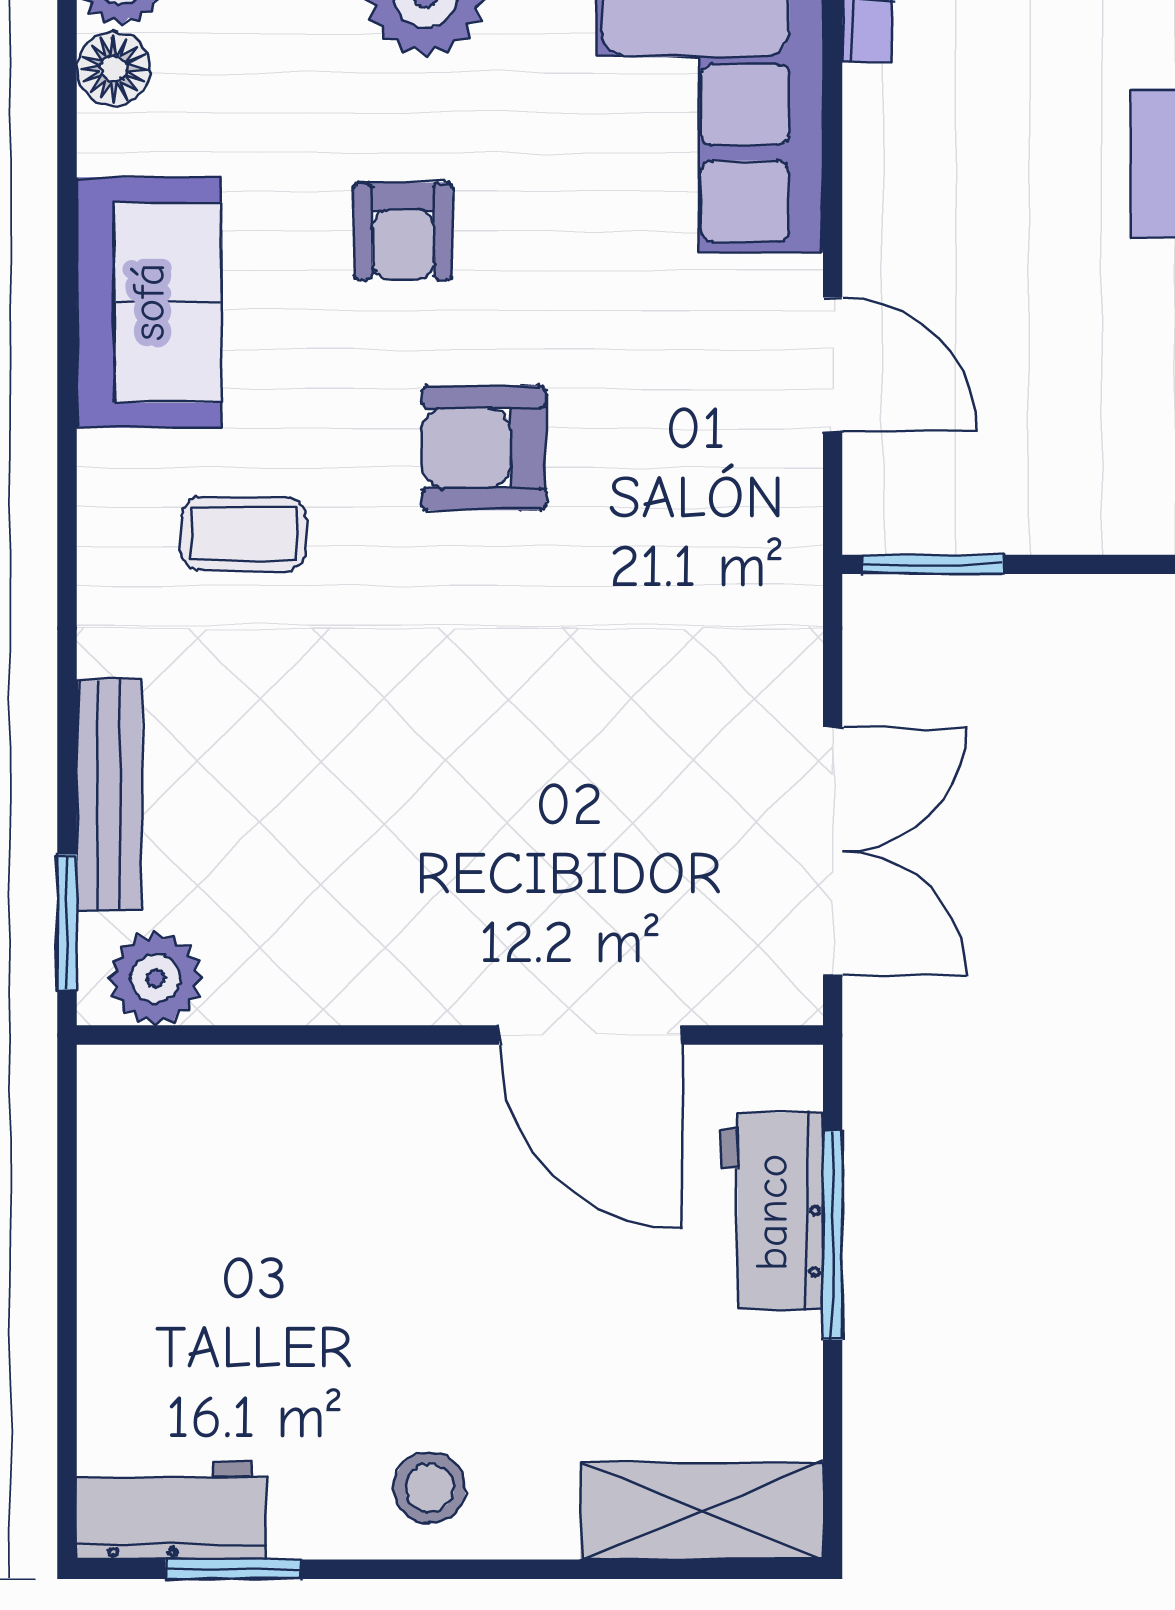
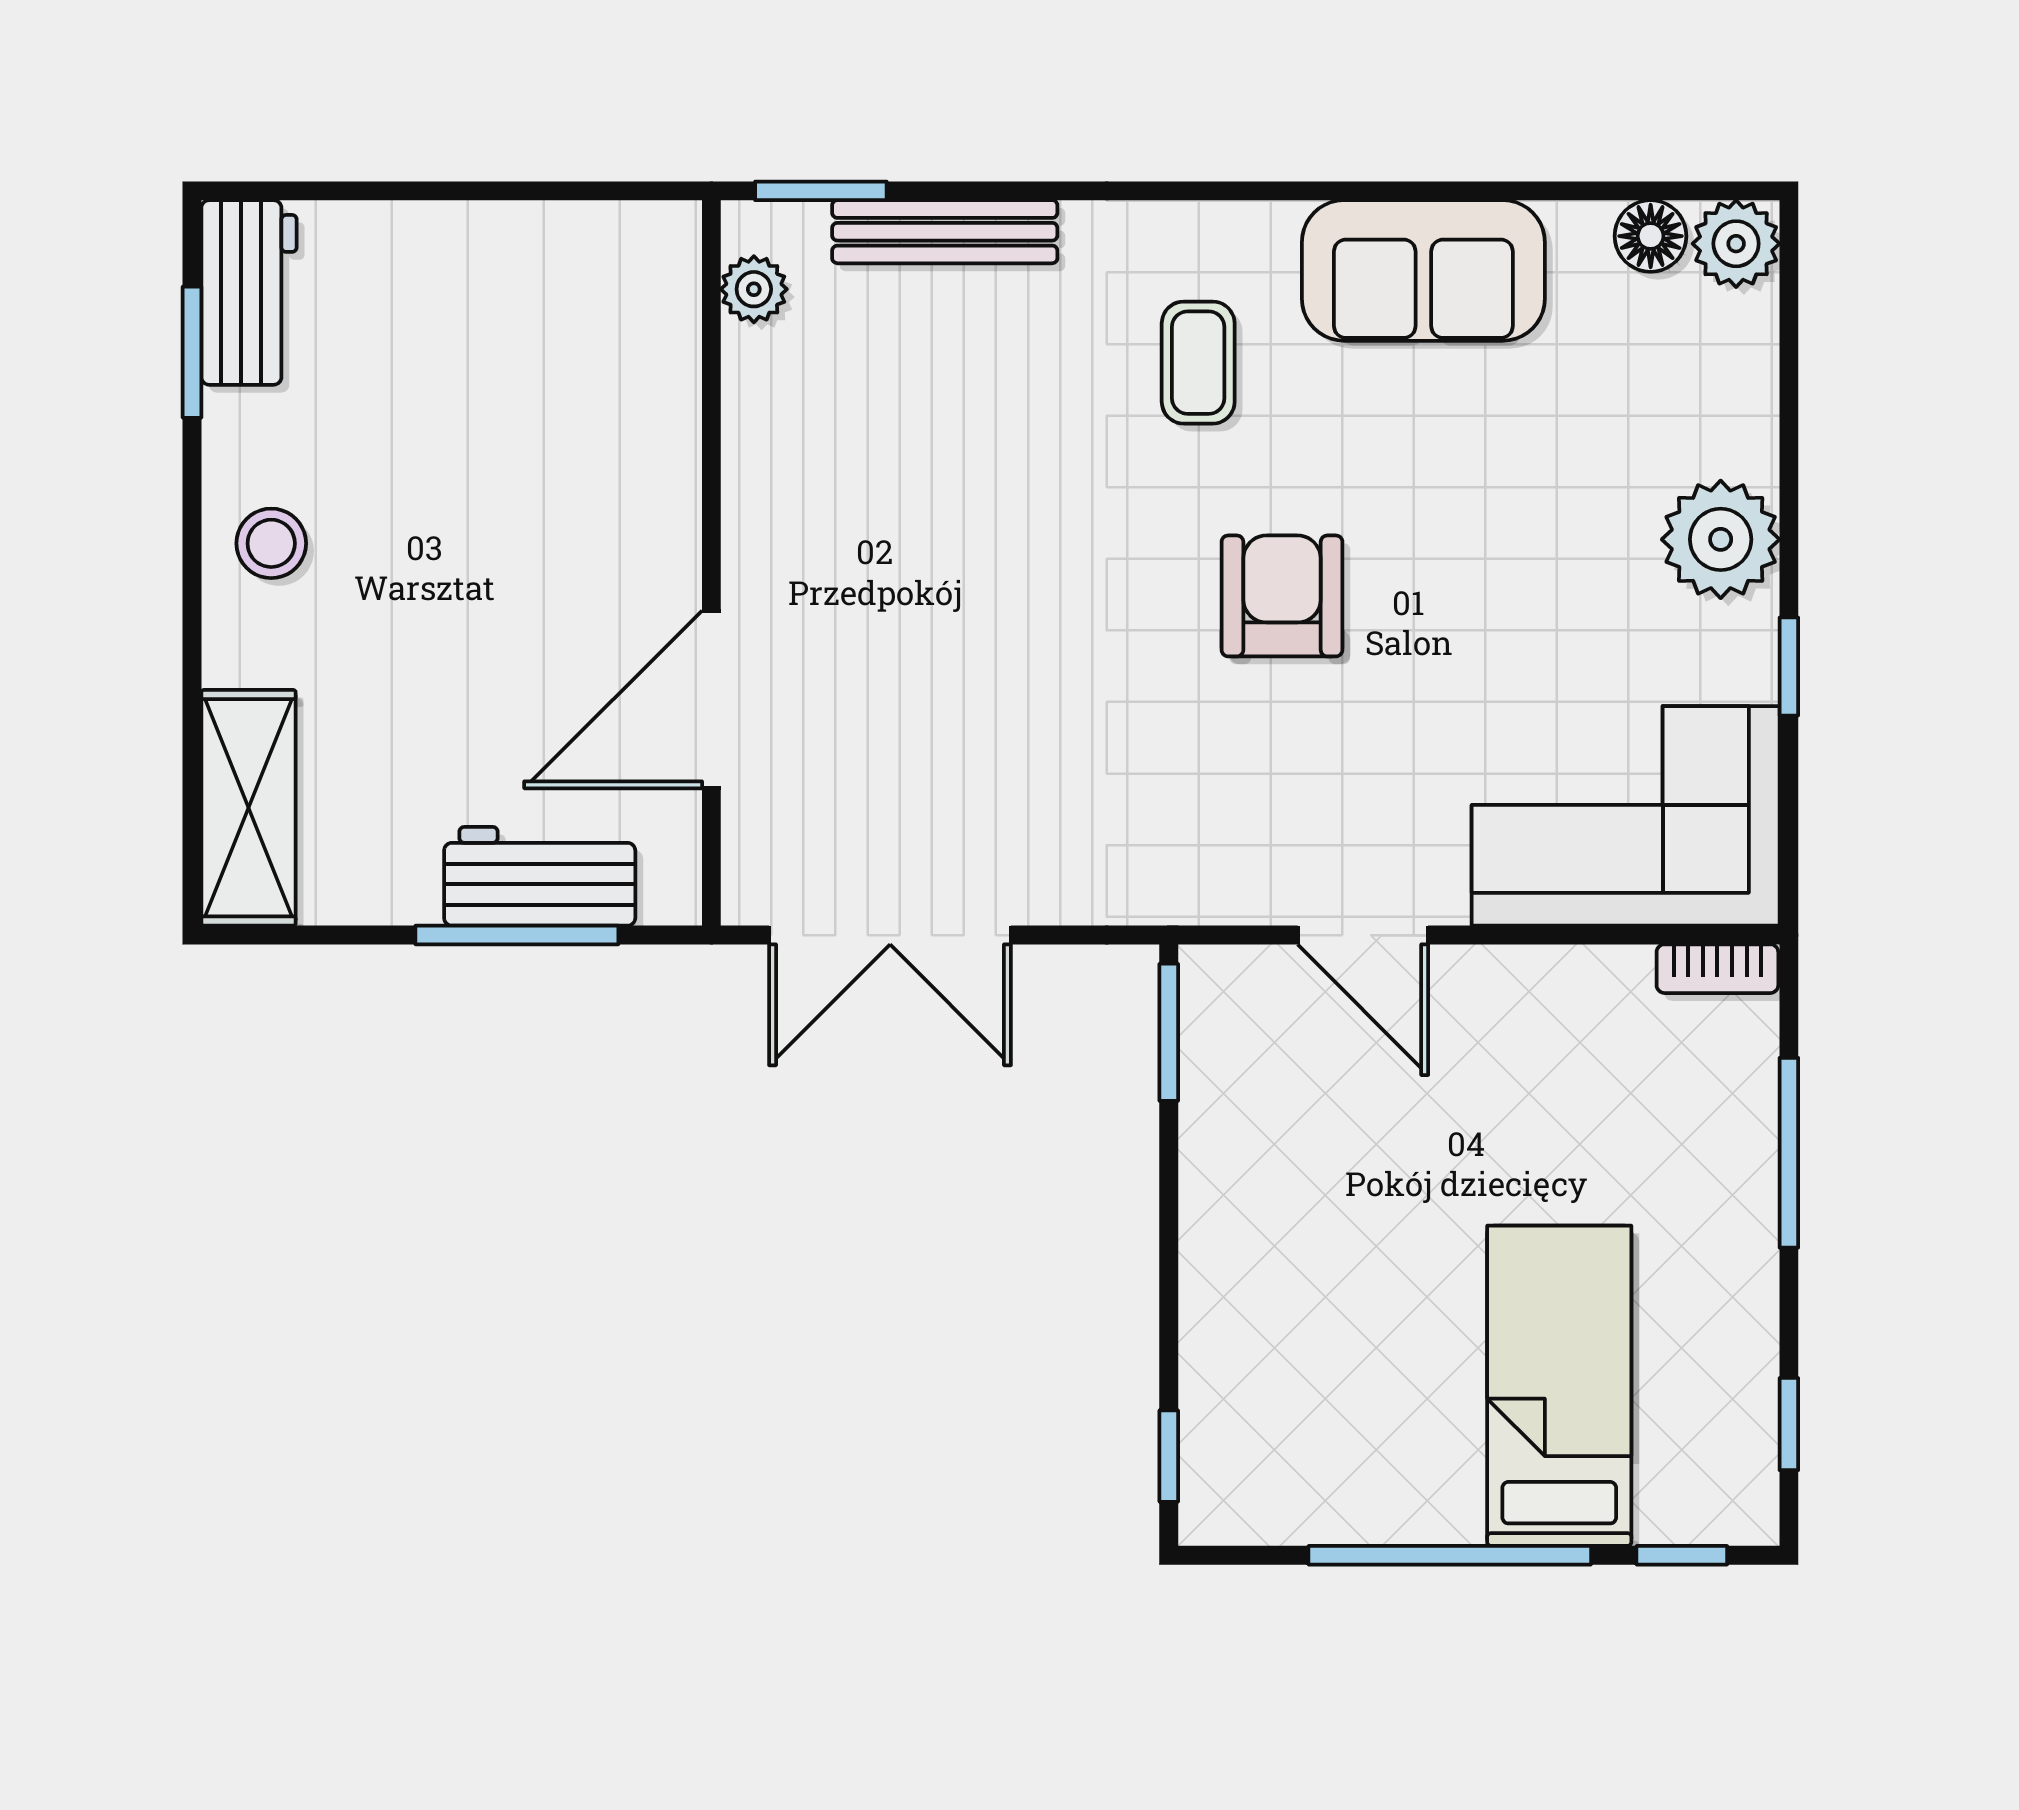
armchair: (403, 231) -> (1492, 518), removed
door: (833, 365) -> (1363, 935), hinge flipped
plant: (155, 978) -> (754, 289), width x0.73, depth x0.73

